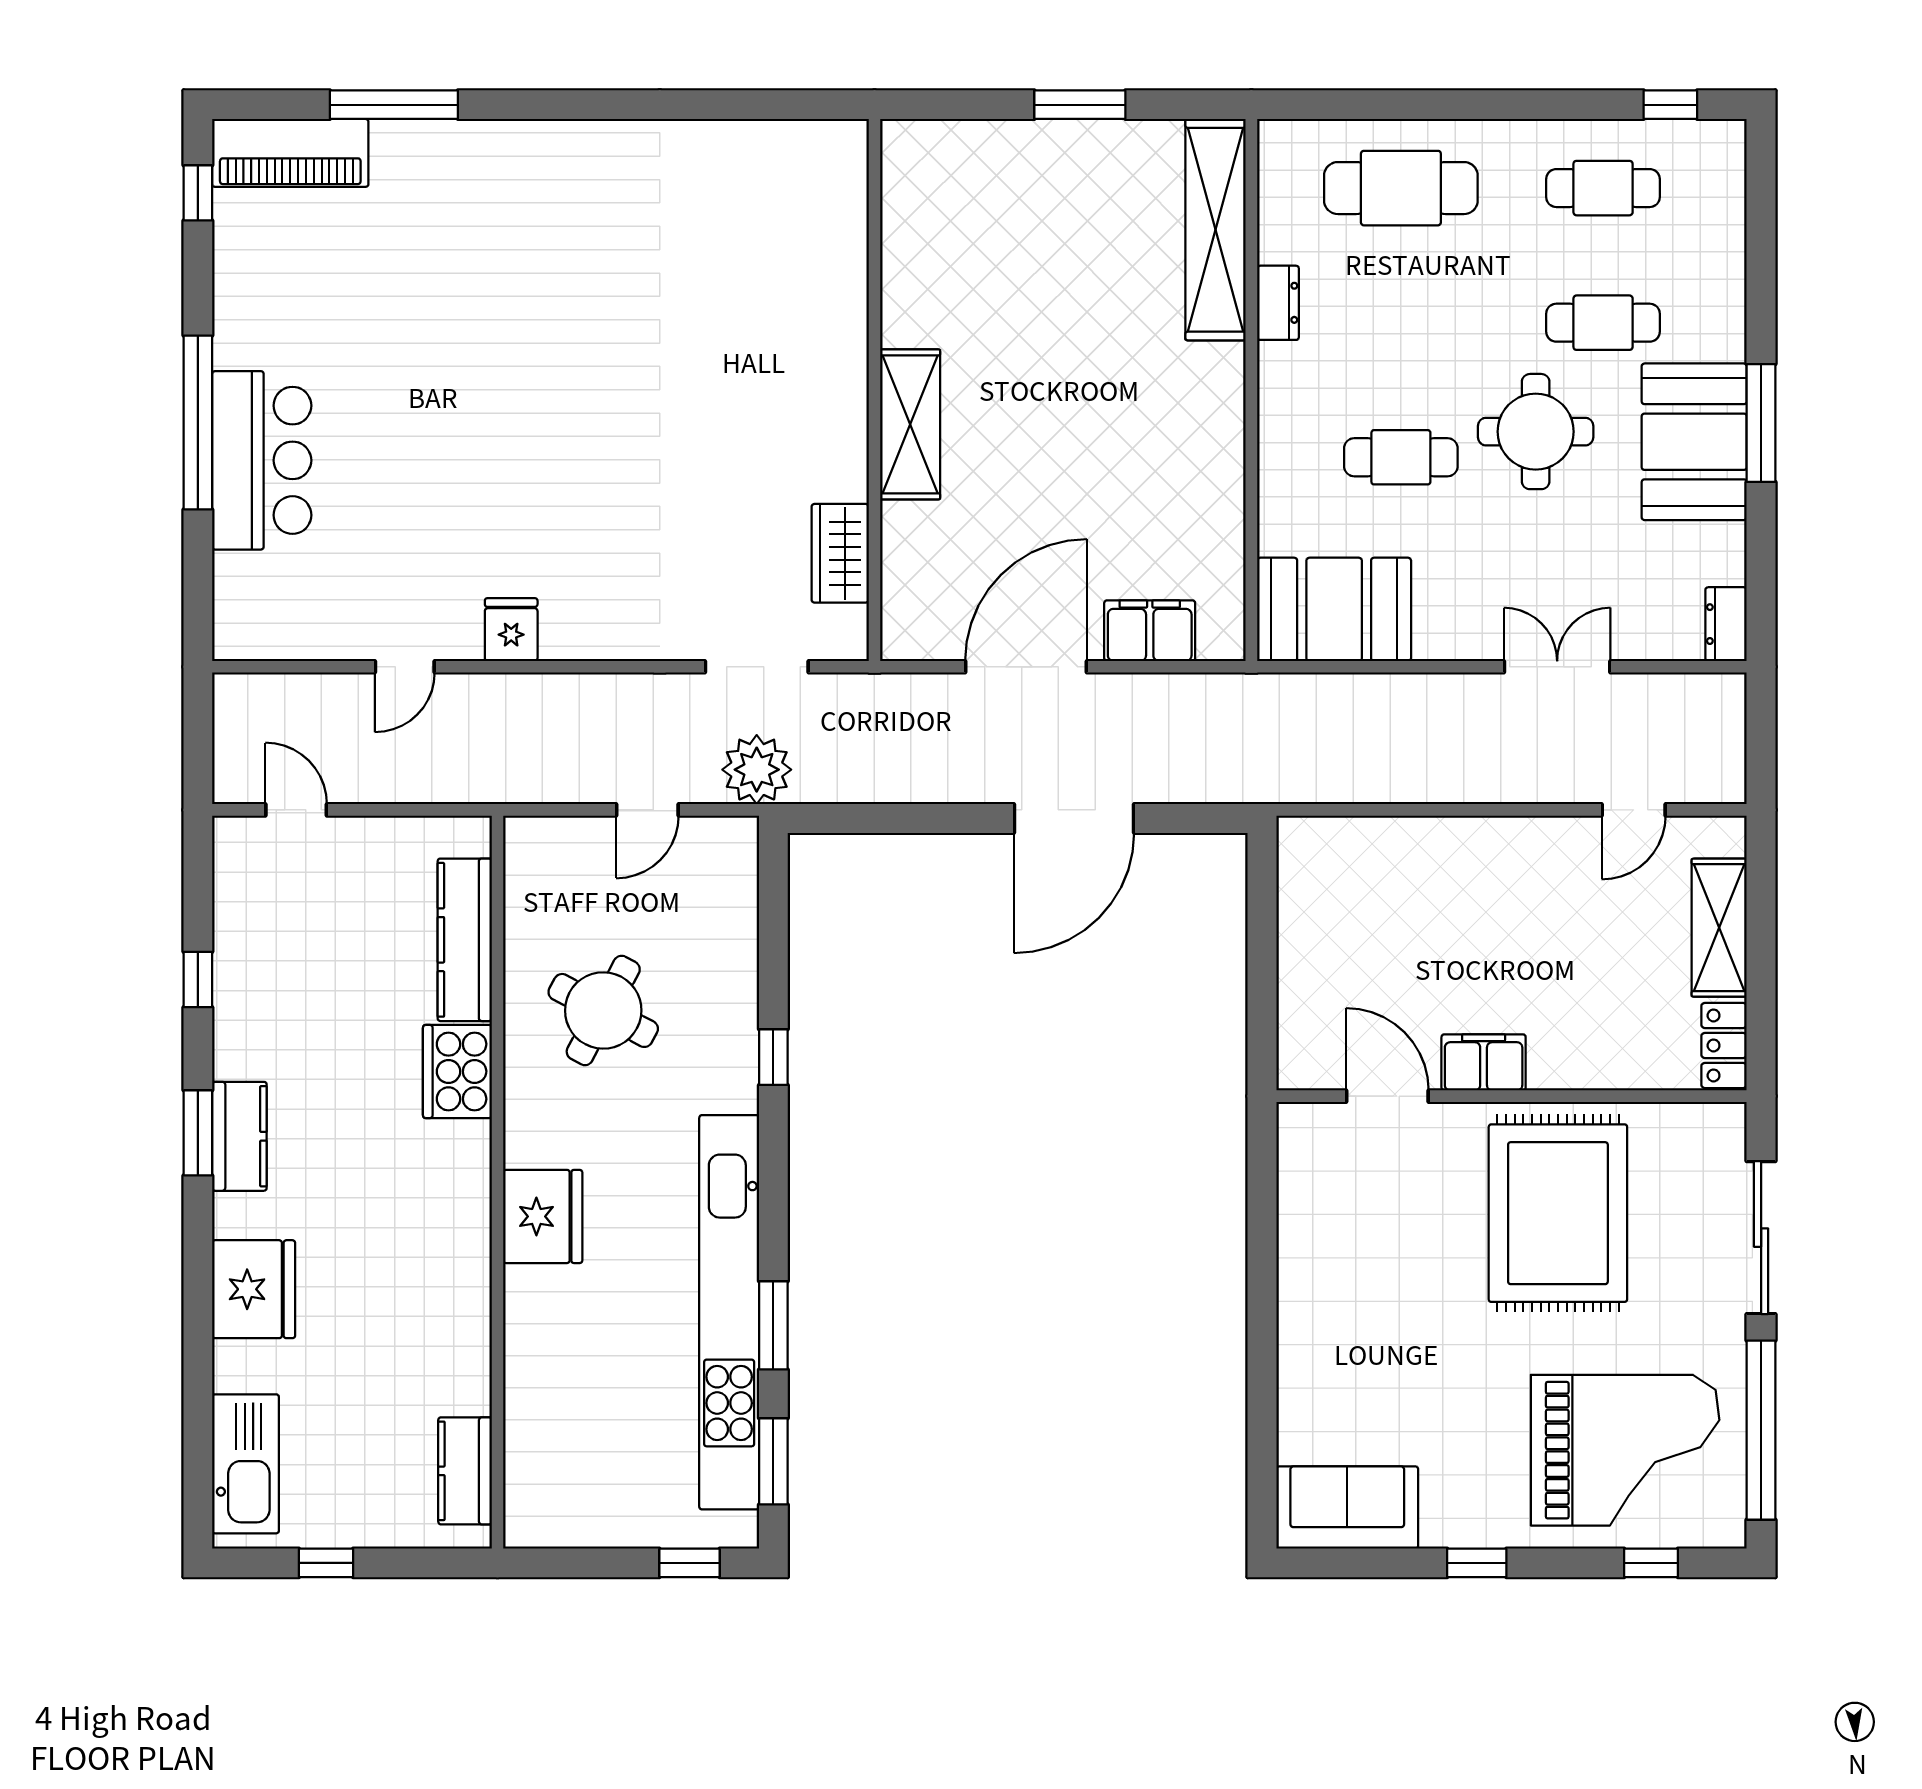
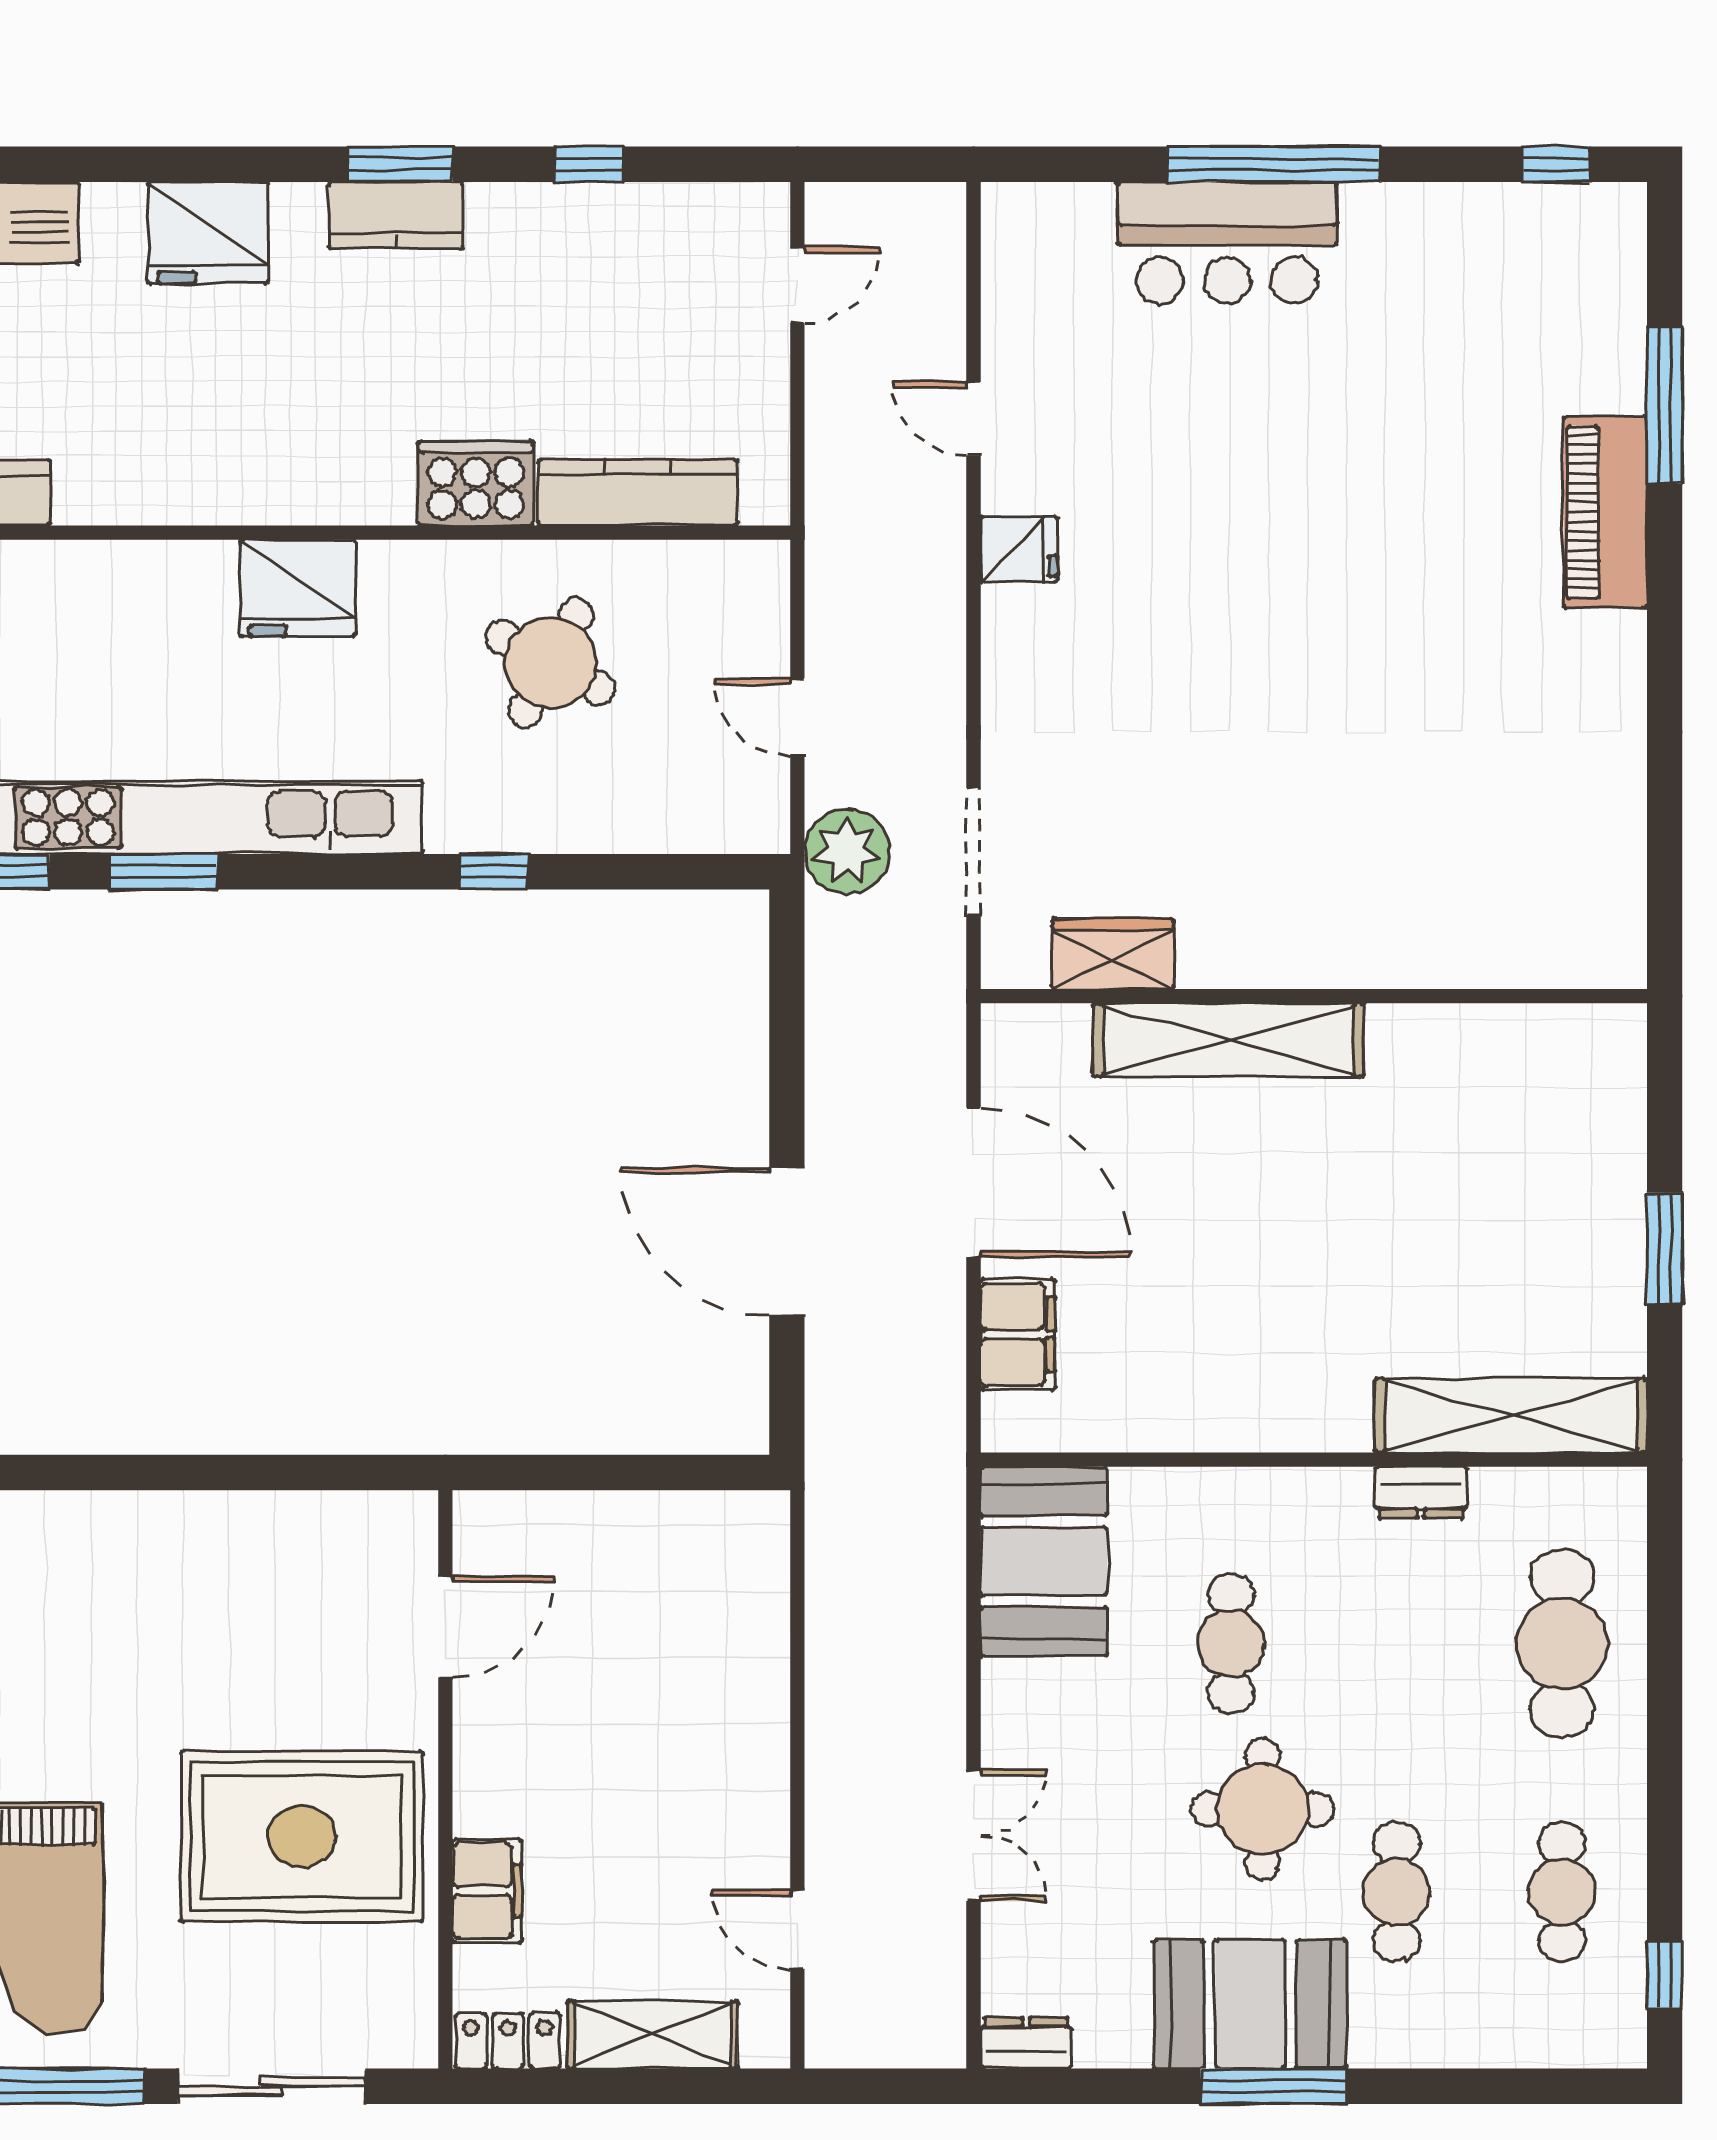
piano: (290, 153) -> (1605, 512), moved
shelving: (910, 424) -> (1228, 1040), width x1.47
filing cabinet: (1484, 1062) -> (487, 1891), moved

